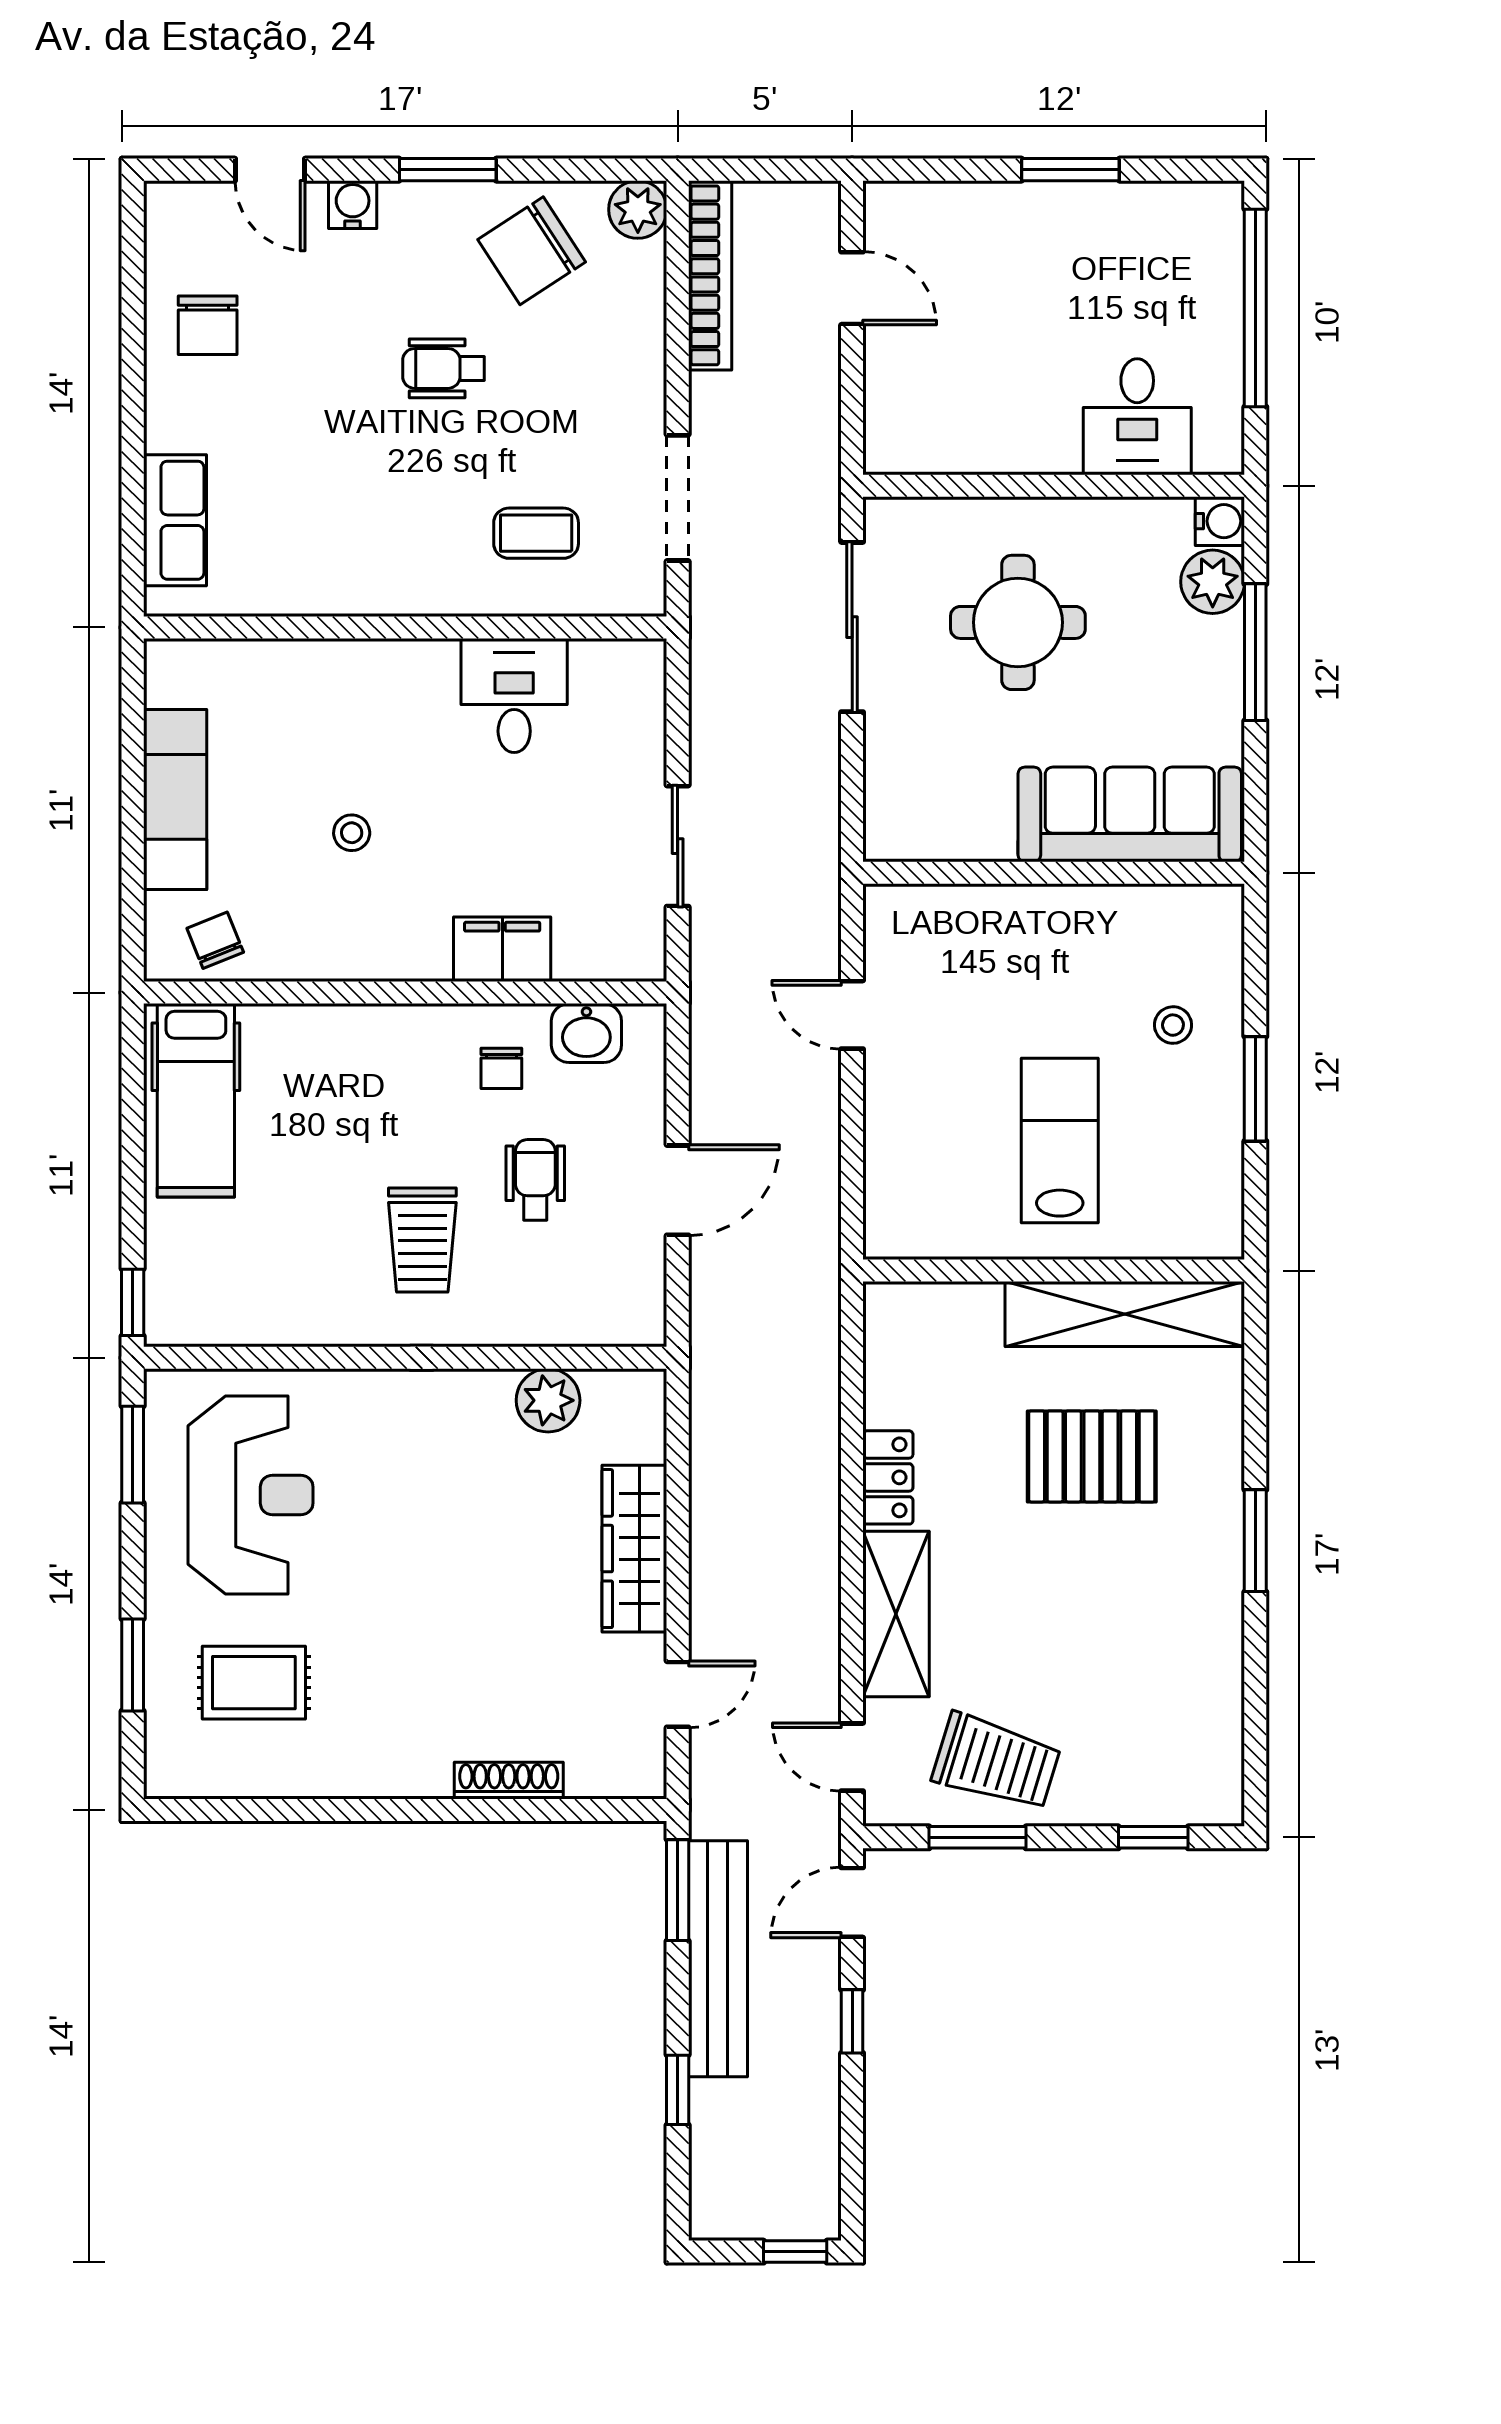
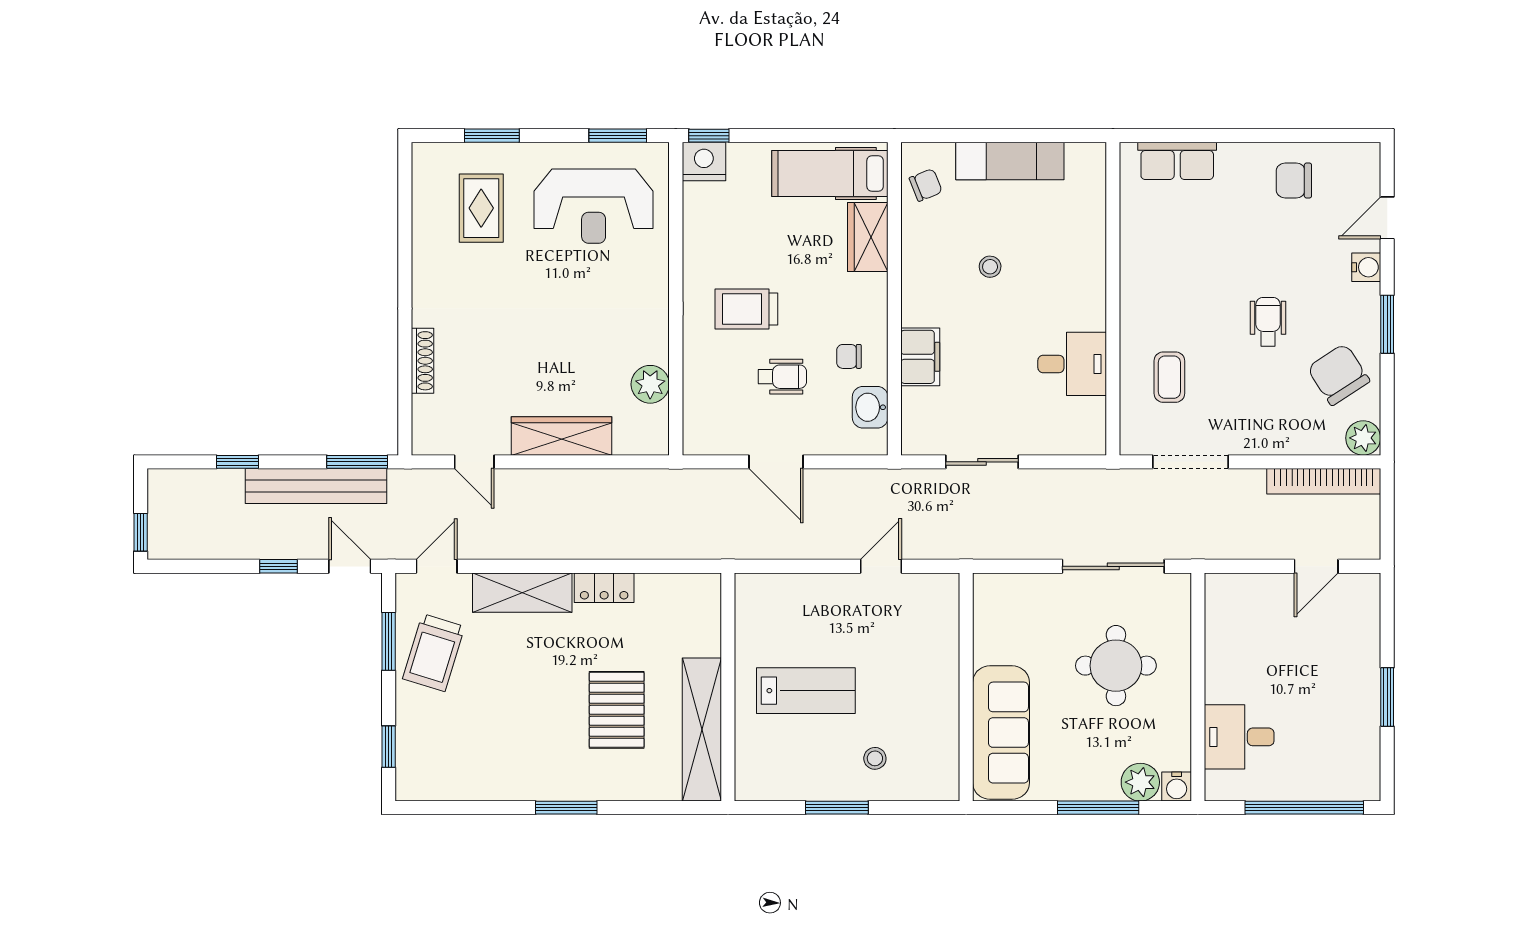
wardrobe: (302, 1037) -> (868, 237), added
nightstand: (176, 1311) -> (704, 162), added

